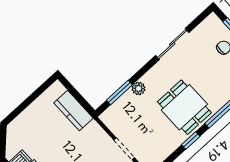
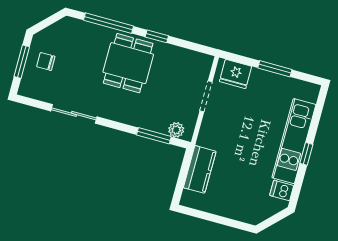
plant: (139, 88) -> (176, 130), moved

